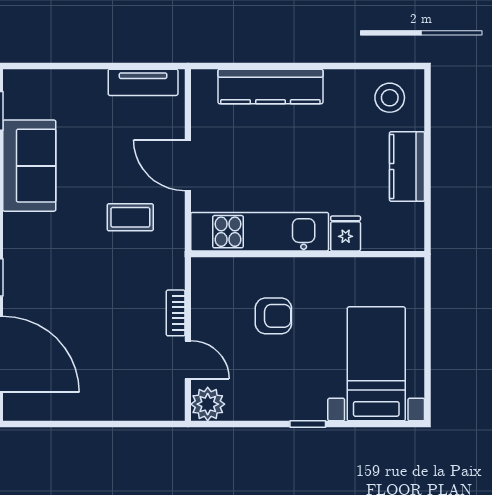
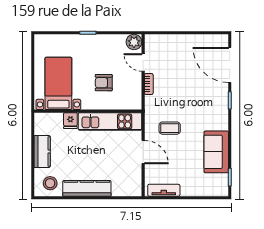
kitchen counter: (270, 86) -> (87, 188), moved
bed with nightstands: (376, 364) -> (58, 83), moved, turned 180

